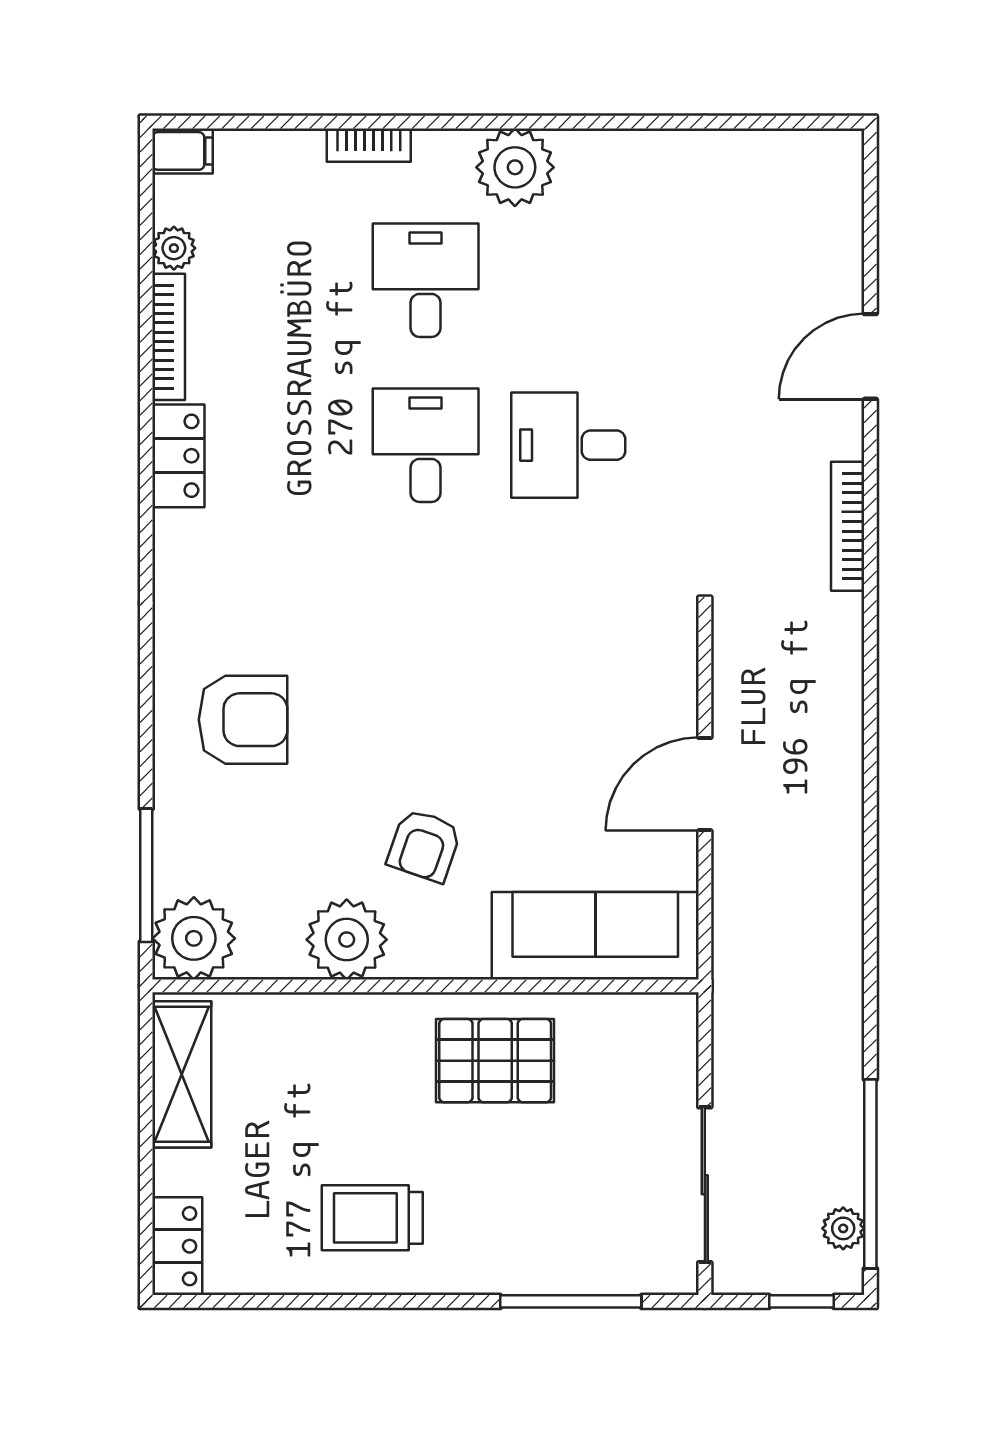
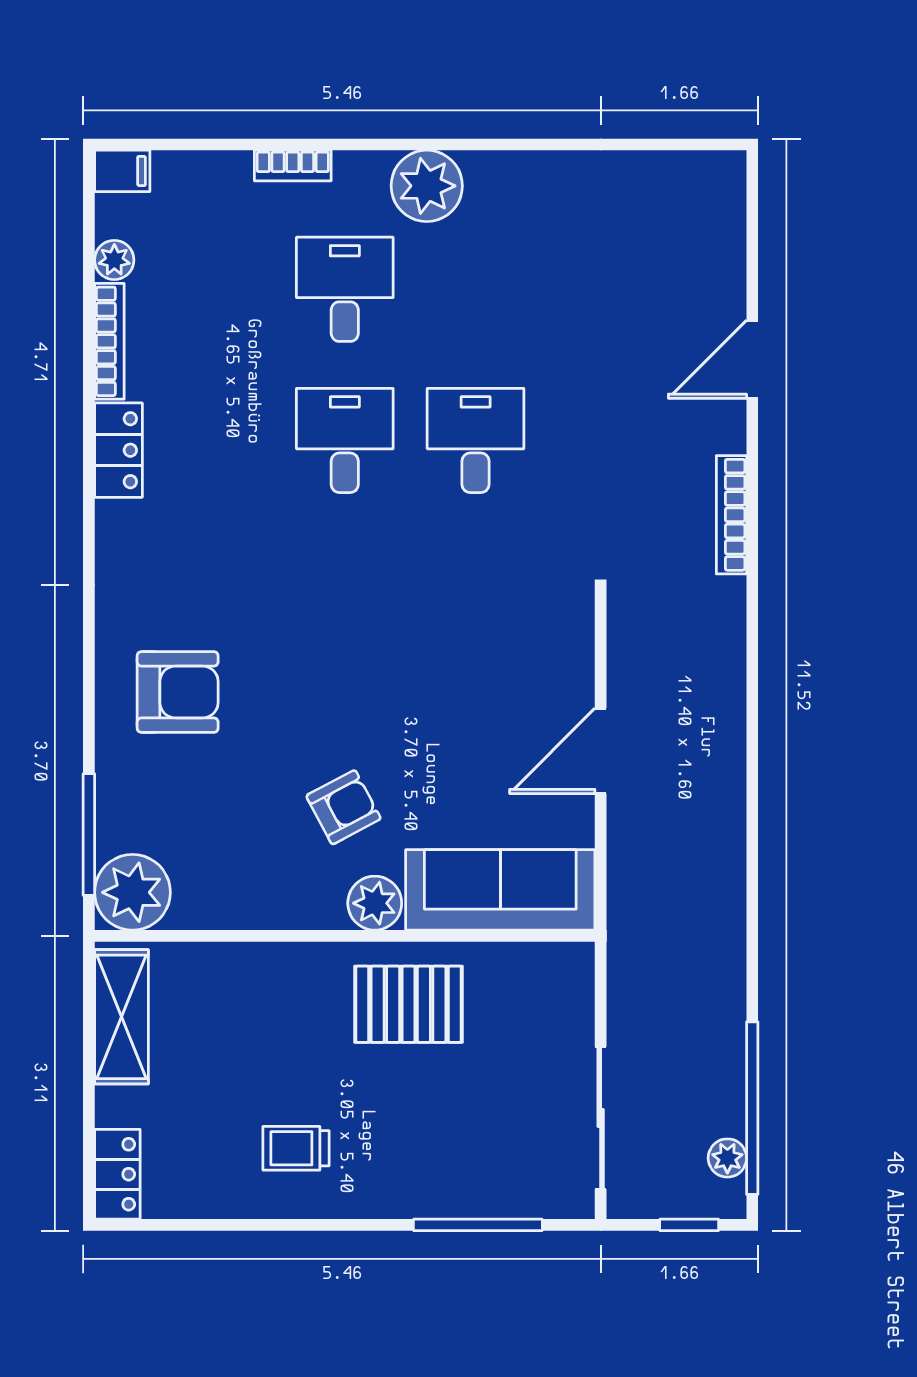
desk: (568, 445) -> (476, 440), turned 90
armchair: (424, 846) -> (344, 807), turned -137
plant: (347, 940) -> (375, 903), moved, width x0.73, depth x0.73
trolley: (372, 1218) -> (296, 1148), width x0.73, depth x0.72

